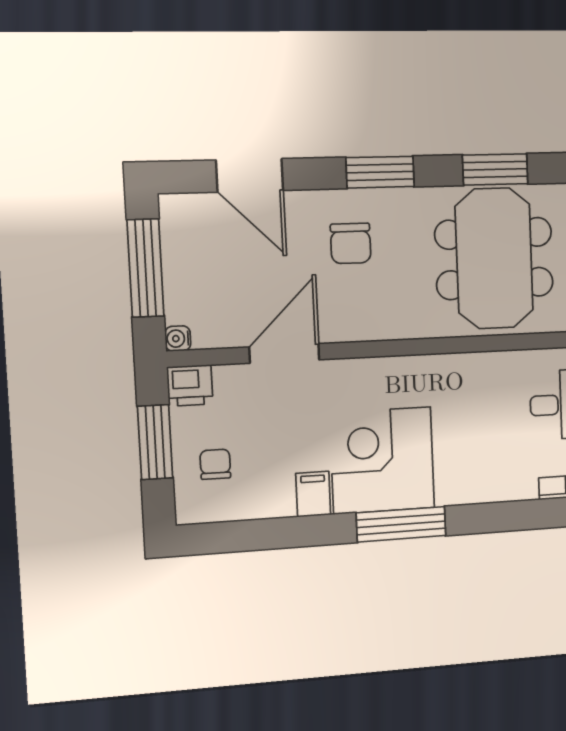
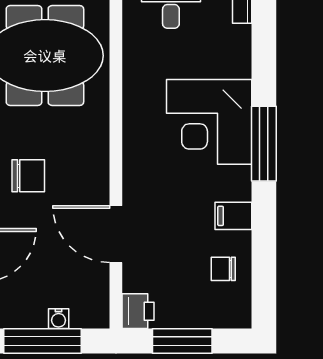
water cooler: (178, 339) -> (59, 319), moved
corner desk: (382, 460) -> (209, 122), moved
chair: (215, 464) -> (223, 269), moved

